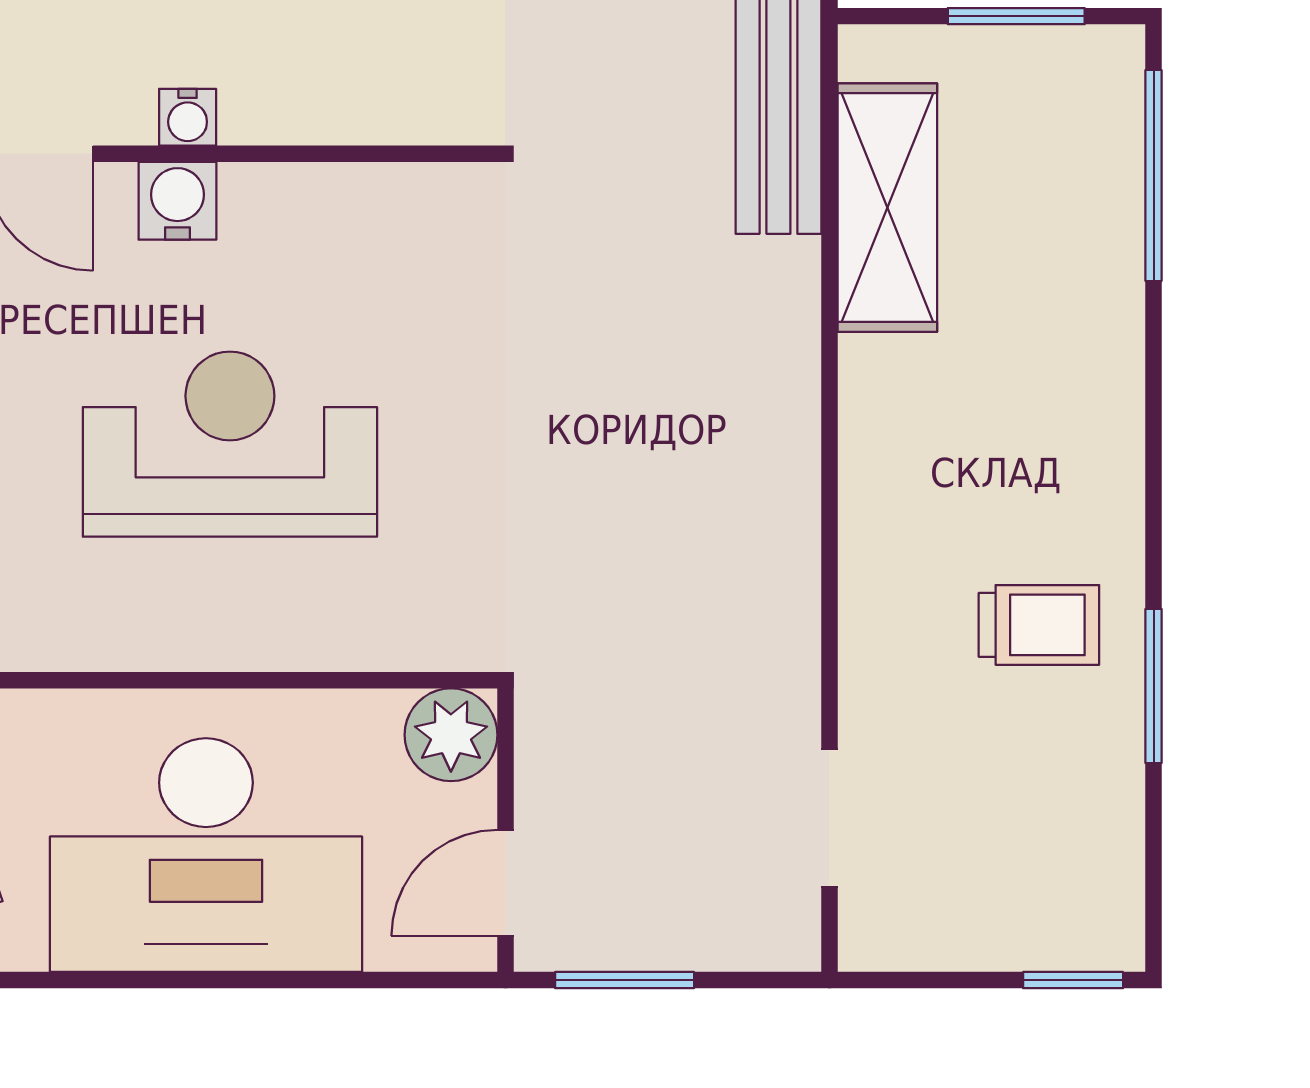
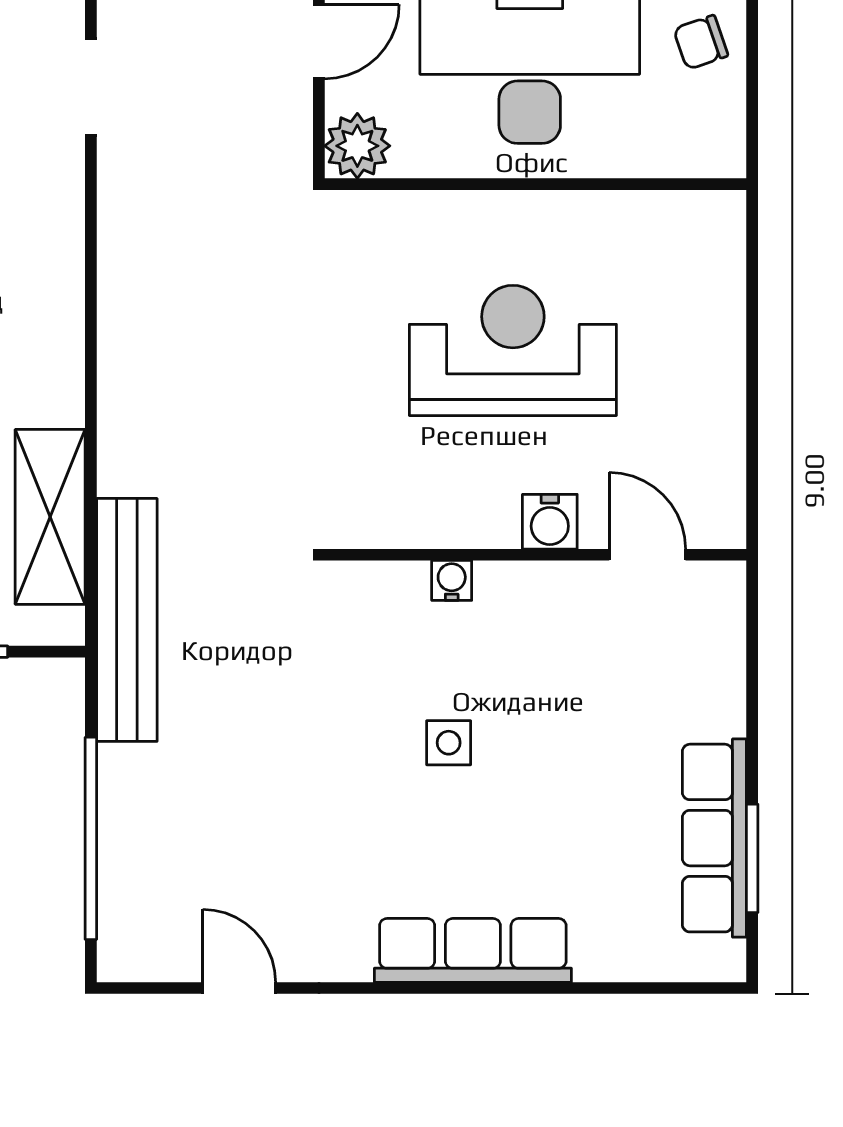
water cooler: (188, 117) -> (452, 580), moved
reception desk: (230, 444) -> (513, 350), turned 180

